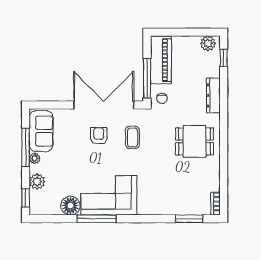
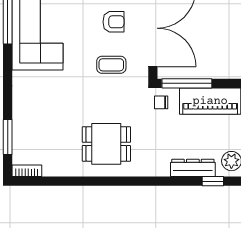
dresser: (213, 95) -> (193, 168), moved
dining table: (194, 141) -> (106, 144), turned 90

